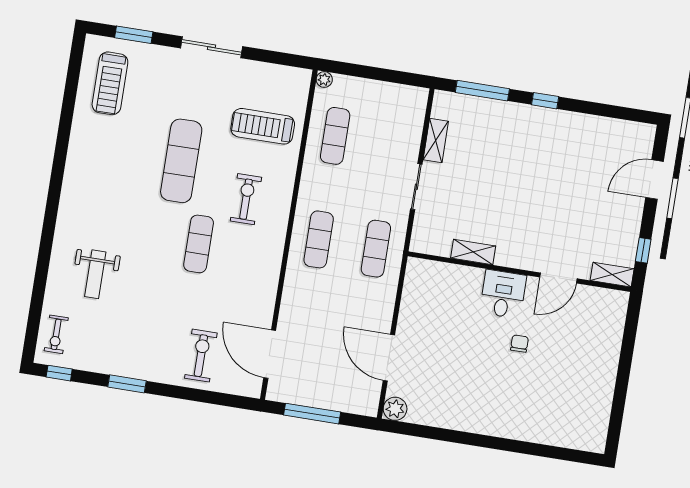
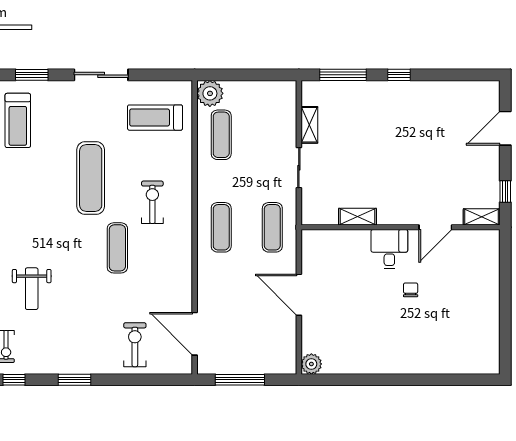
plant: (324, 80) -> (210, 93), width x1.87, depth x1.87
treadmill: (263, 126) -> (155, 118), moved
door: (389, 358) -> (299, 295), moved

